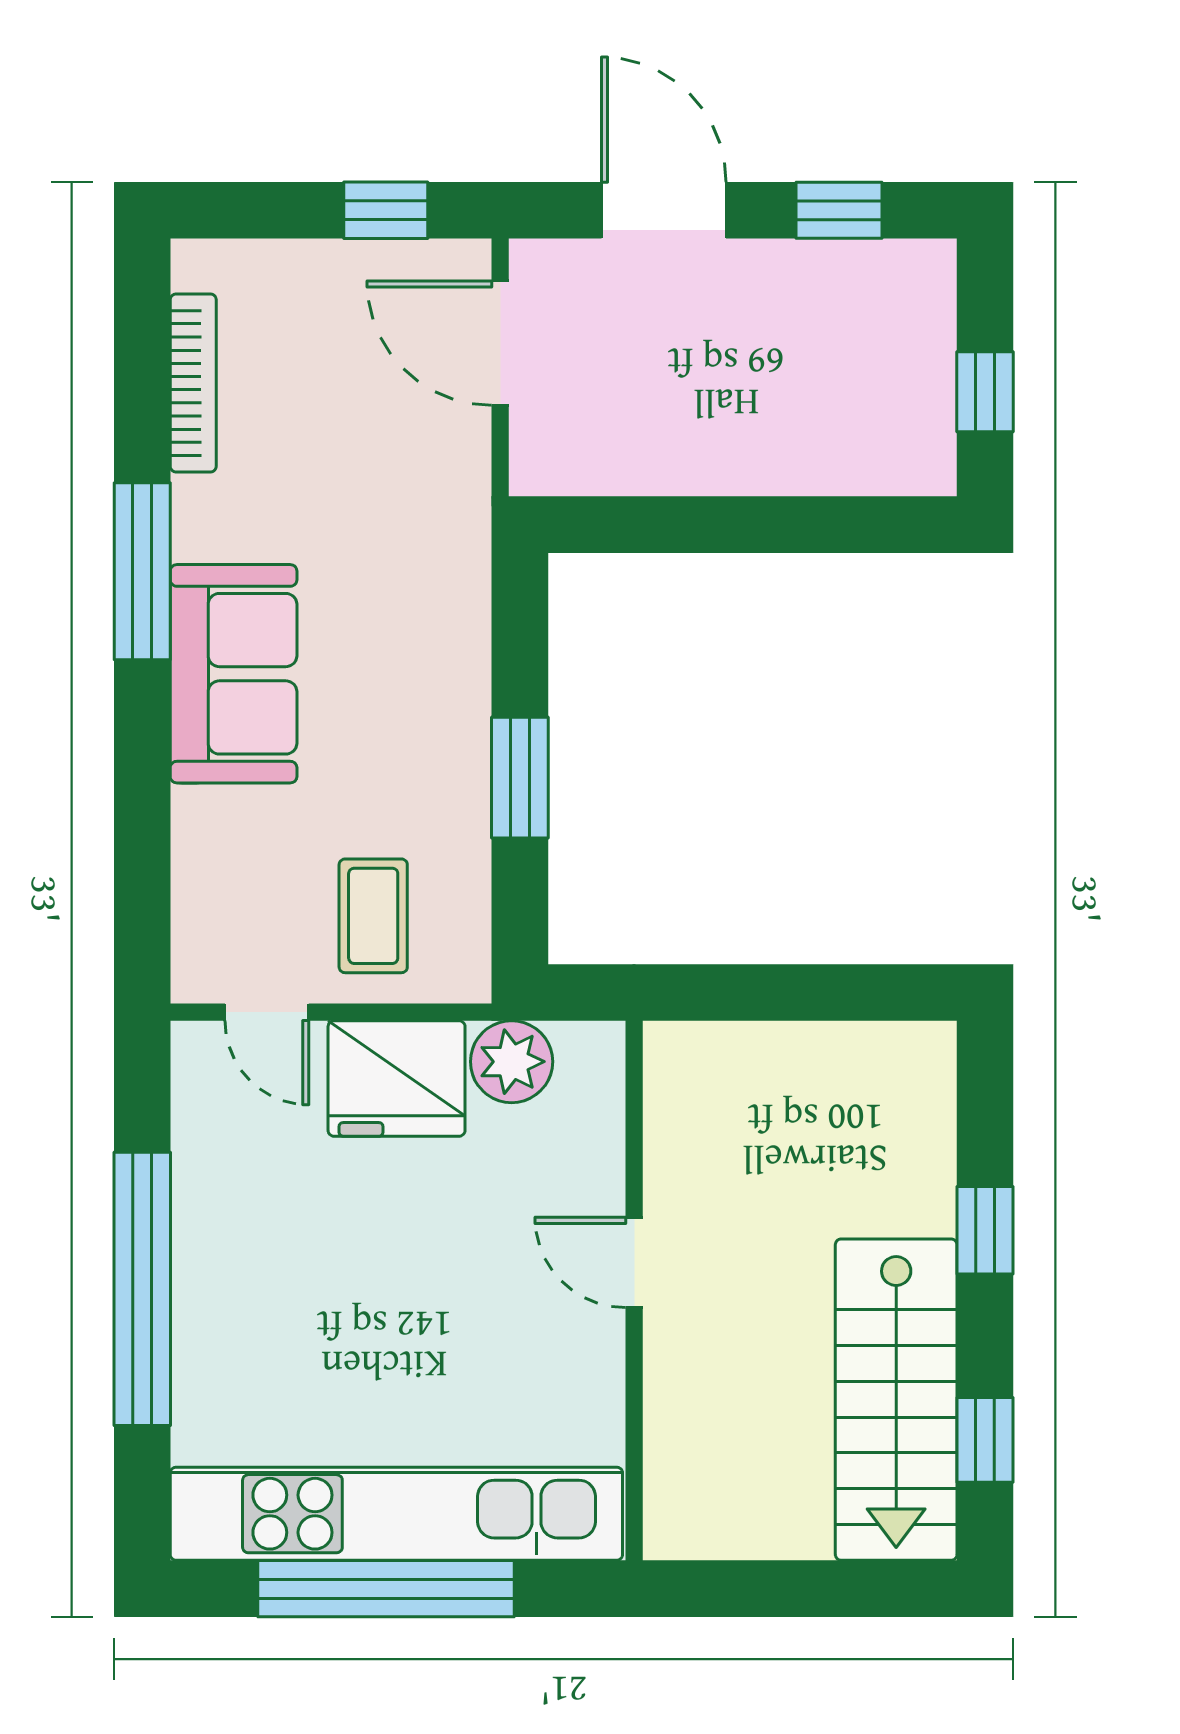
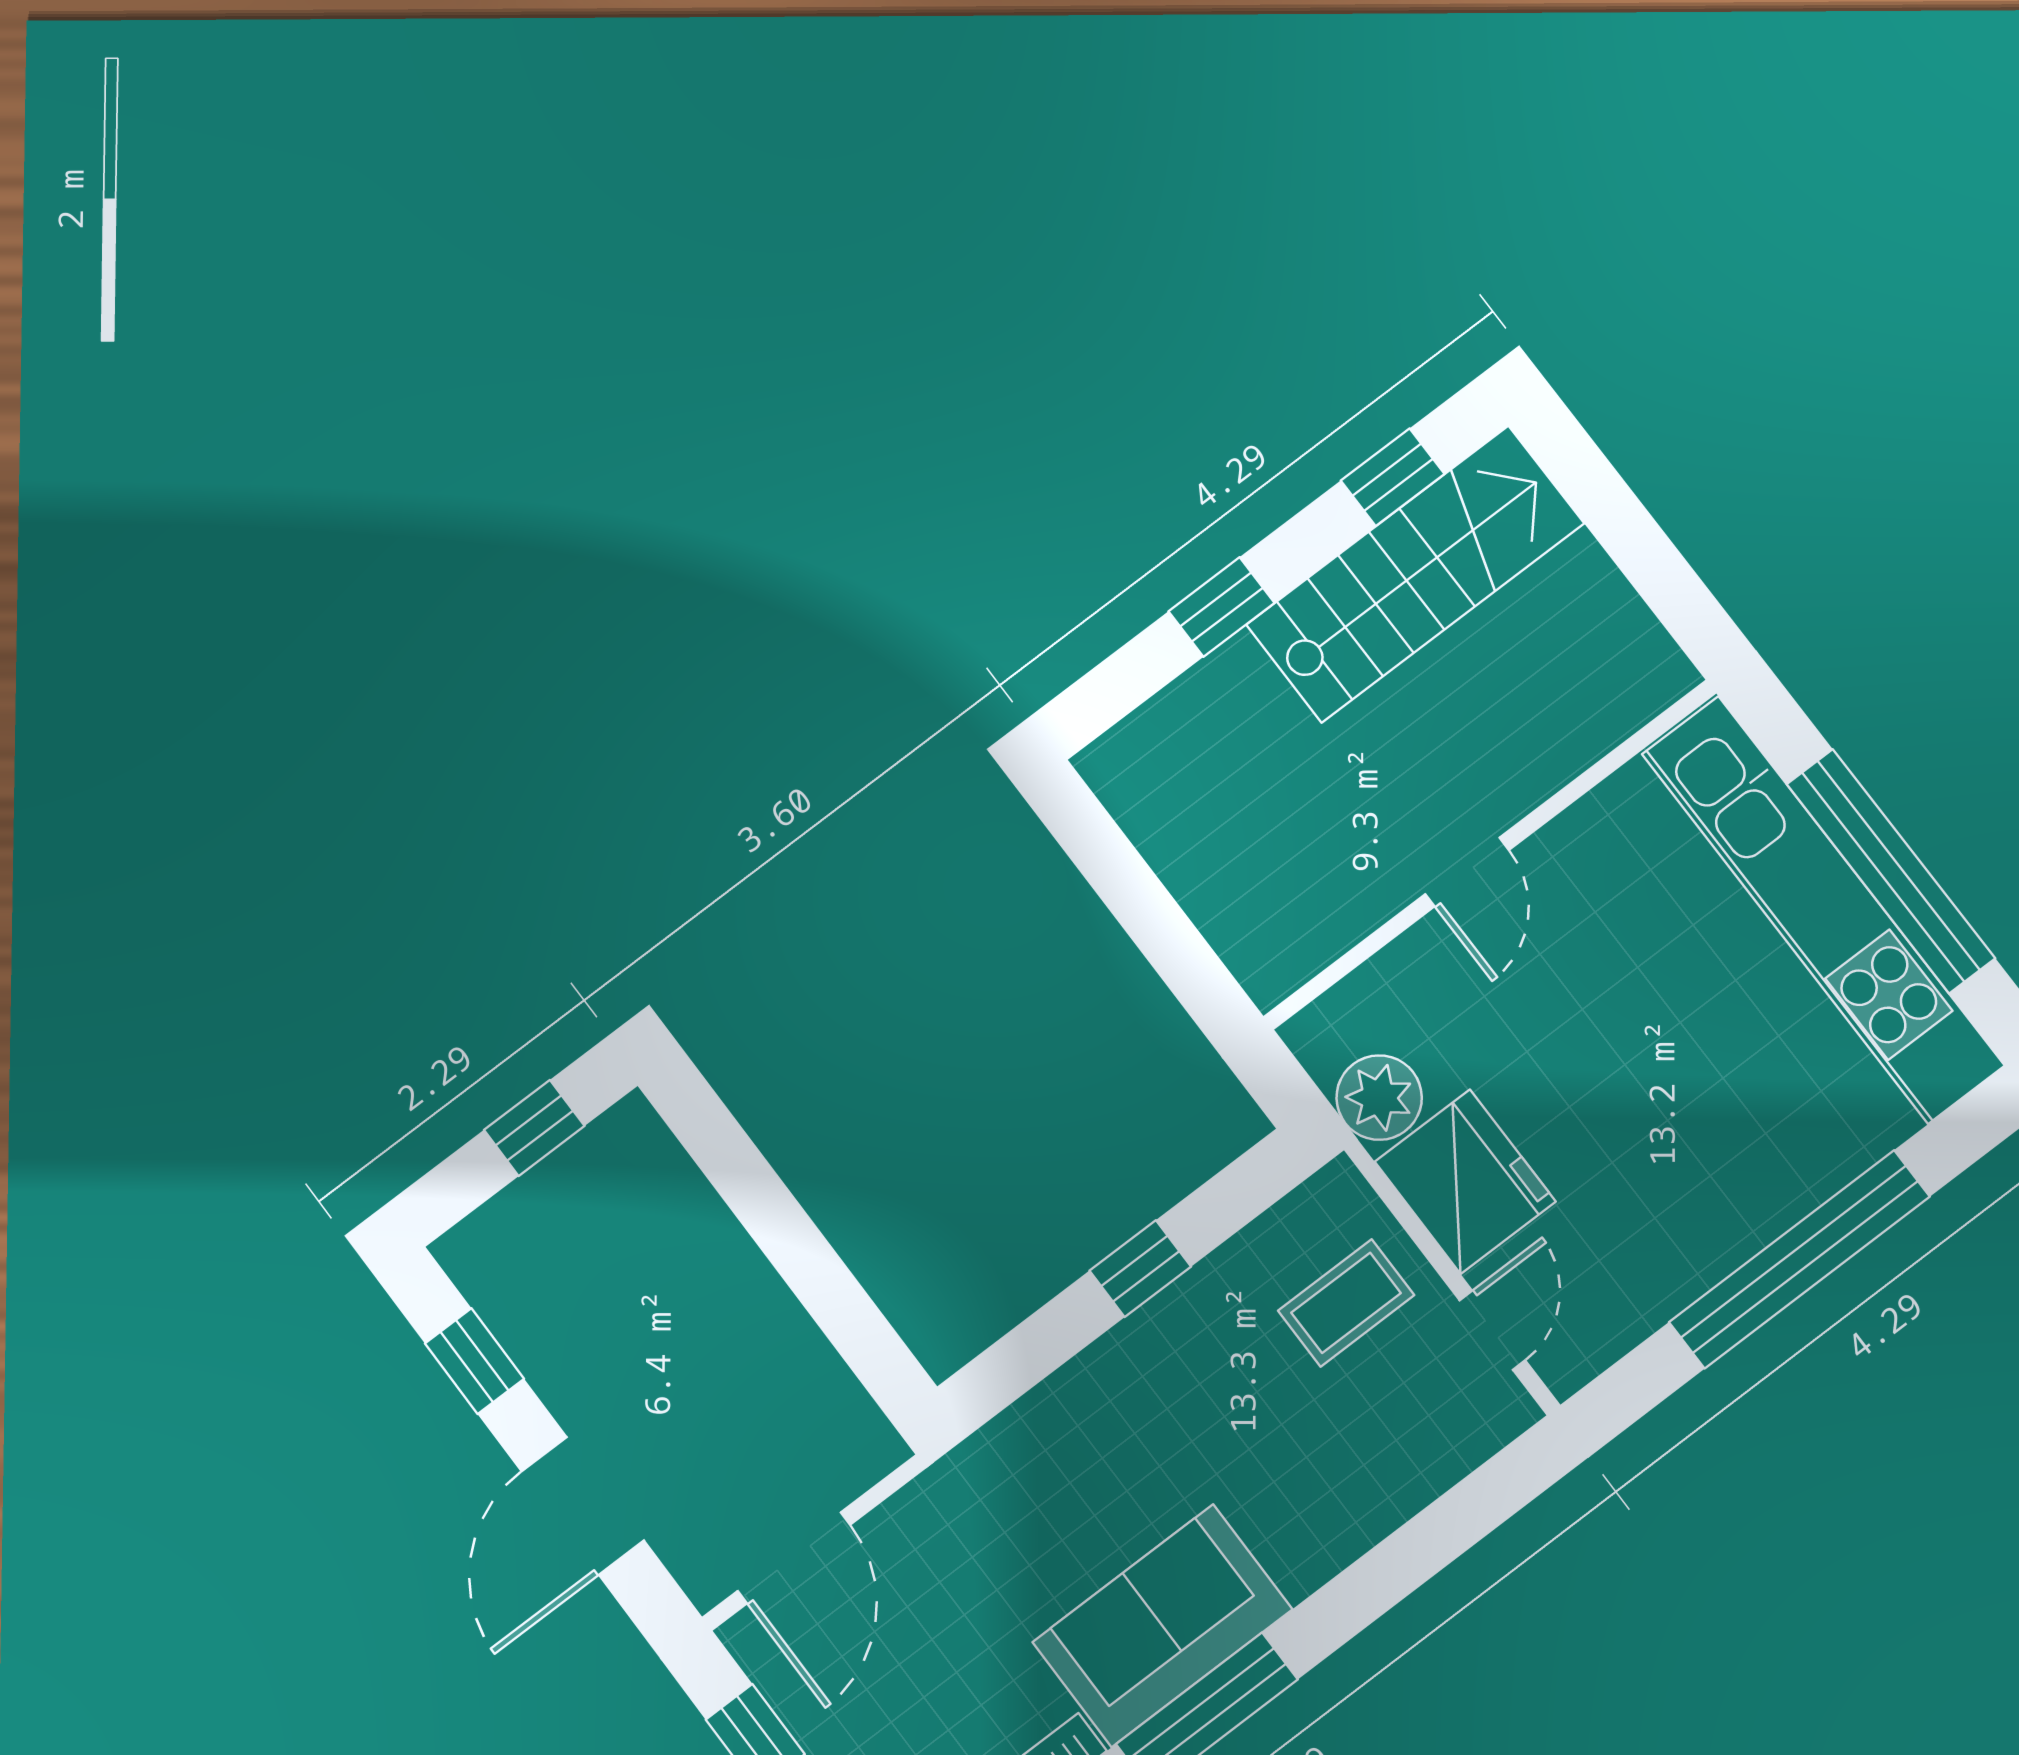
sofa: (234, 674) -> (1162, 1626), moved
window: (520, 778) -> (1140, 1269), width x0.67

